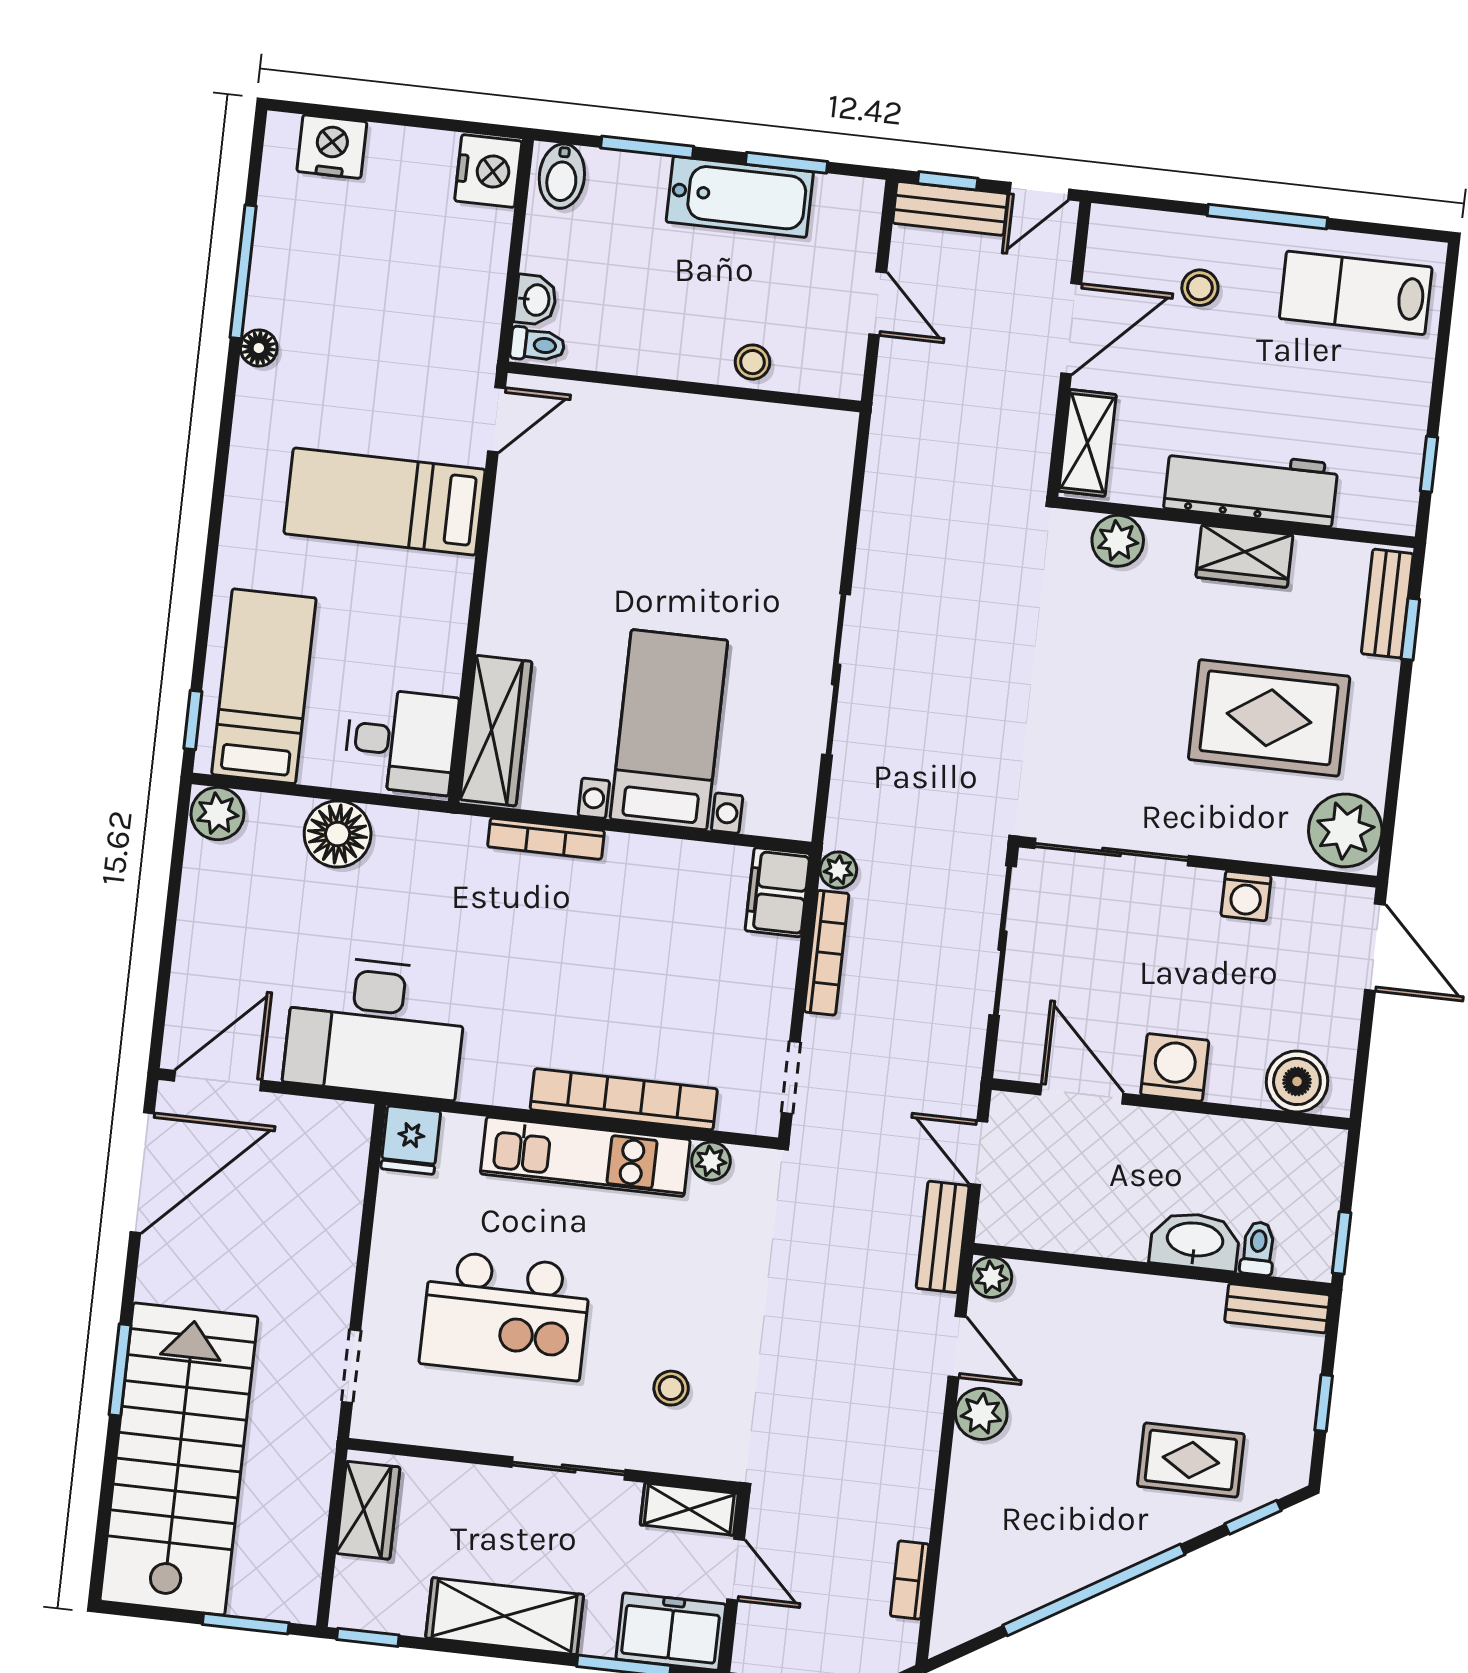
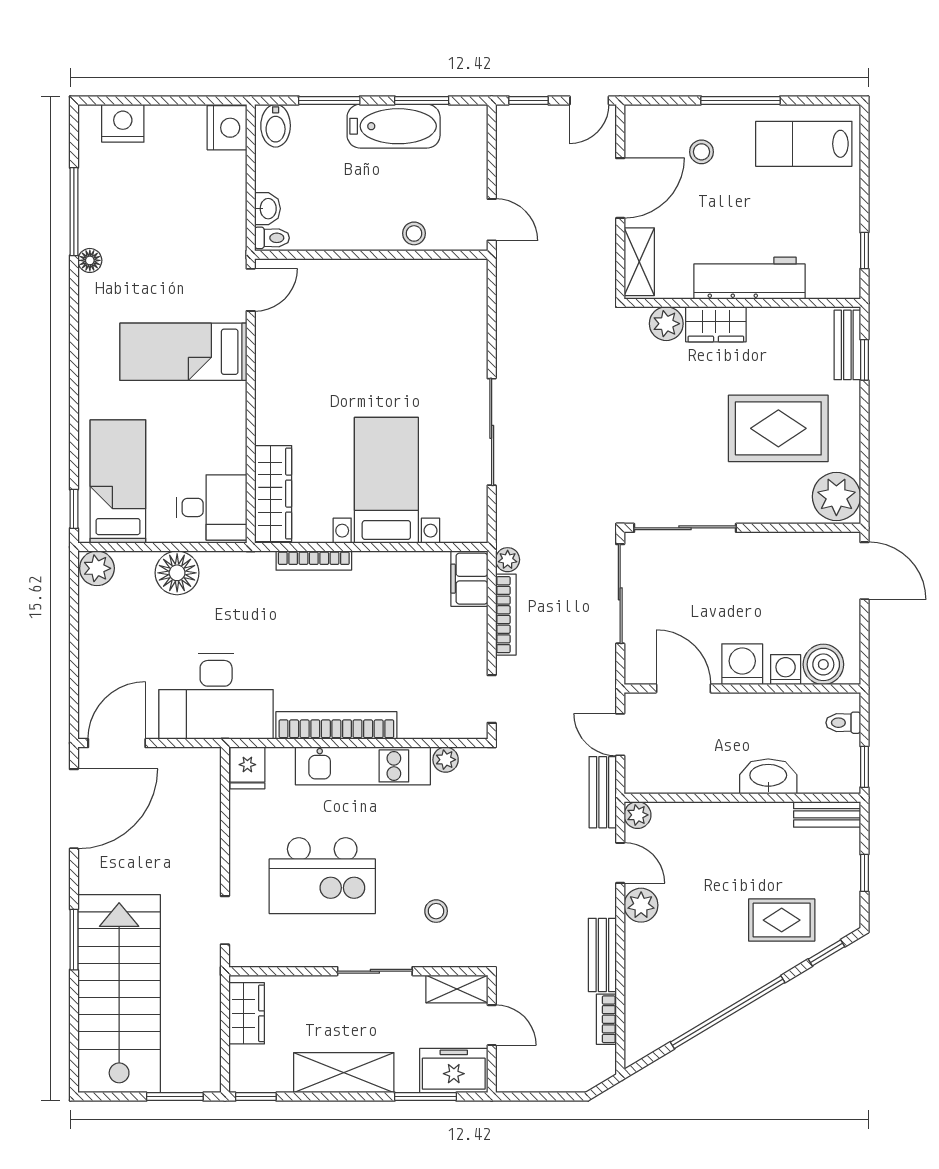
bench: (950, 208) -> (602, 955), moved, turned 90
door: (878, 303) -> (492, 220), moved
wardrobe: (1244, 556) -> (716, 324), moved
washing machine: (1246, 896) -> (786, 670), moved, turned 180
bookcase: (624, 1099) -> (336, 725), moved
toilet: (1258, 1248) -> (843, 723), moved, turned -90

